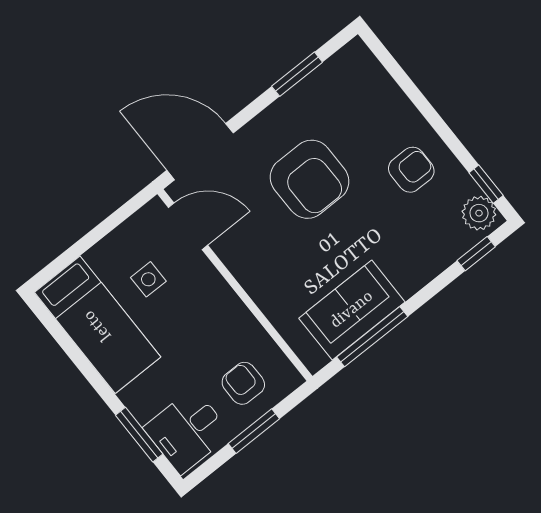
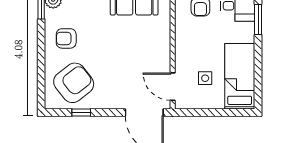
window: (297, 74) -> (81, 112), width x0.67
armchair: (310, 179) -> (74, 83), moved, turned 52

